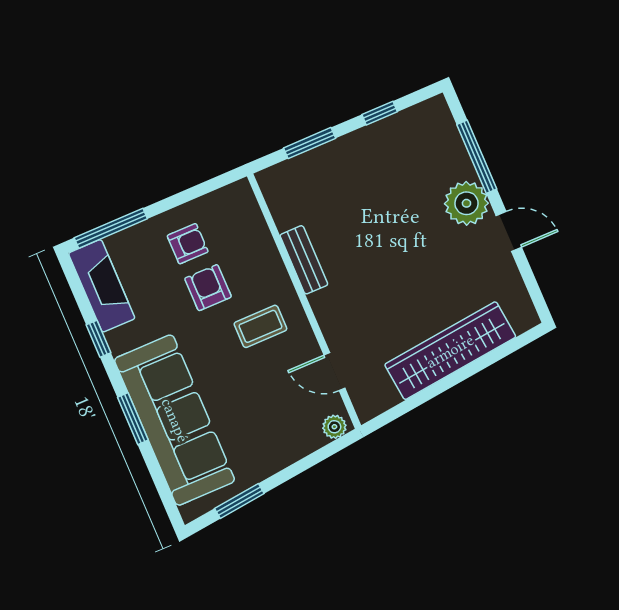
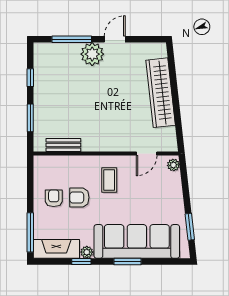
bench: (304, 260) -> (63, 145), moved
plant: (119, 341) -> (87, 252), added

